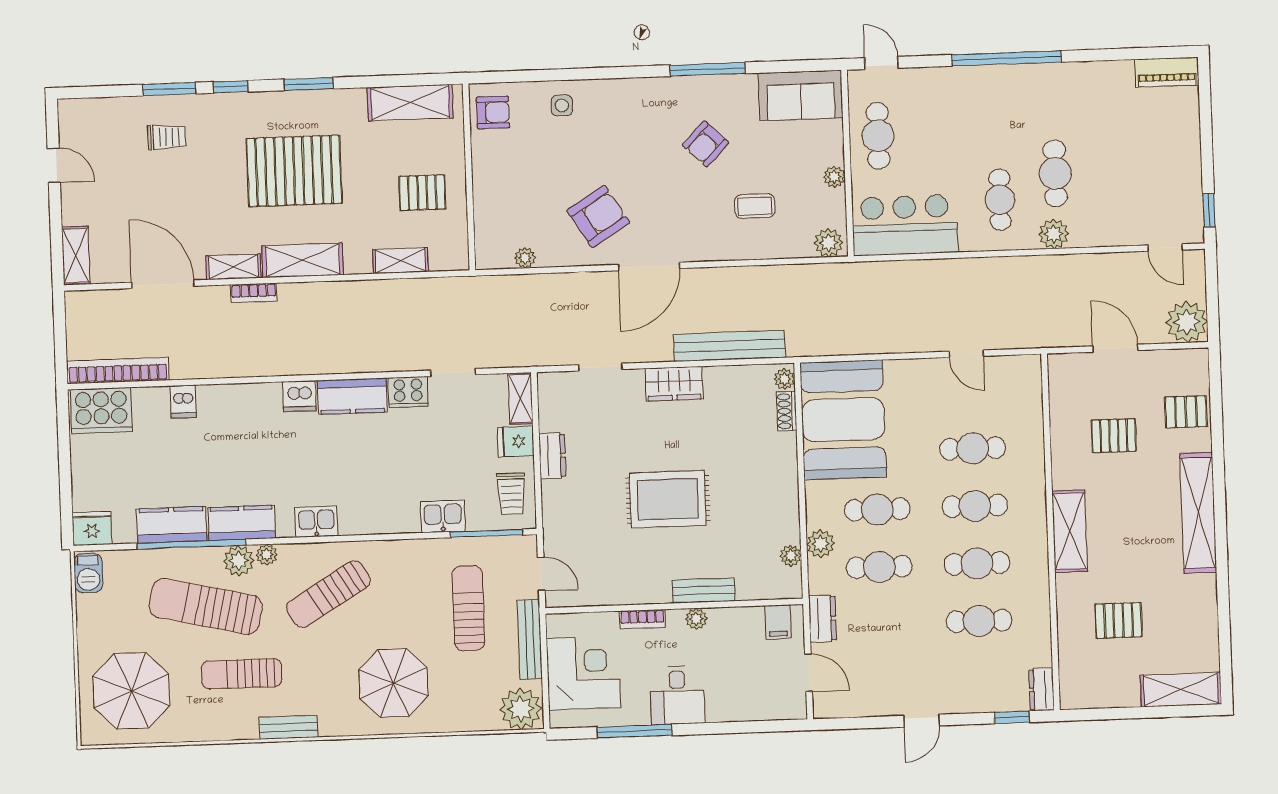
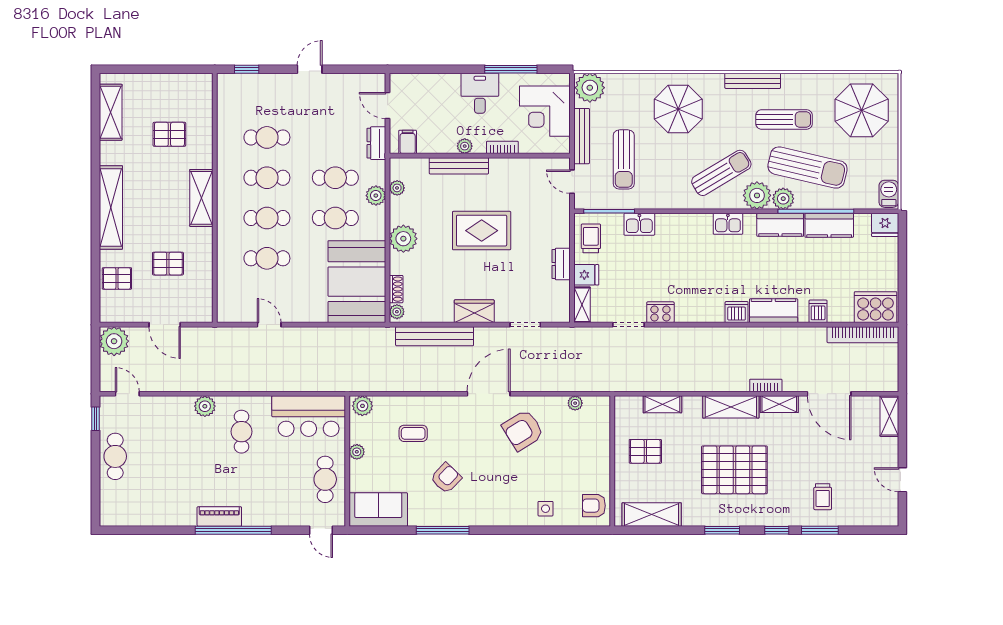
piano: (1167, 72) -> (219, 516), moved
trolley: (167, 137) -> (823, 497), turned -90
cafe table: (1055, 173) -> (115, 456), moved
kitchen counter: (352, 396) -> (774, 311), moved
plant: (779, 484) -> (403, 239), added
plant: (267, 555) -> (757, 195), width x1.88, depth x1.88
bench: (703, 590) -> (459, 166), width x1.36
dresser: (1042, 689) -> (225, 88), removed
shelving: (1181, 690) -> (111, 112), moved, turned 90
bench: (288, 727) -> (753, 81), width x1.36

